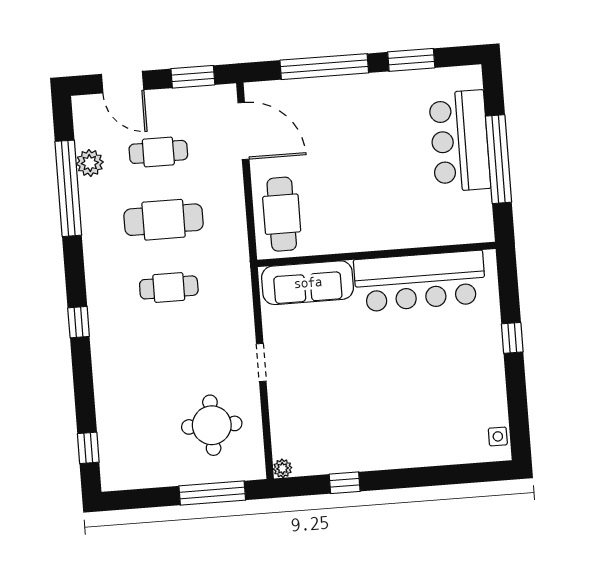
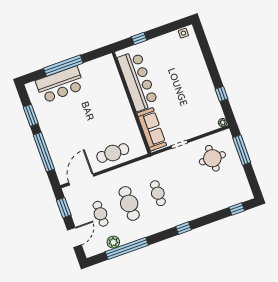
wall: (376, 254) -> (131, 103), moved
bar counter: (420, 281) -> (138, 81), moved
sofa: (308, 283) -> (152, 129), moved

